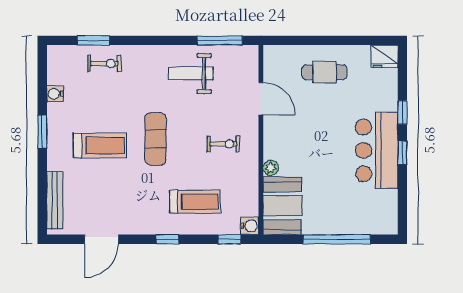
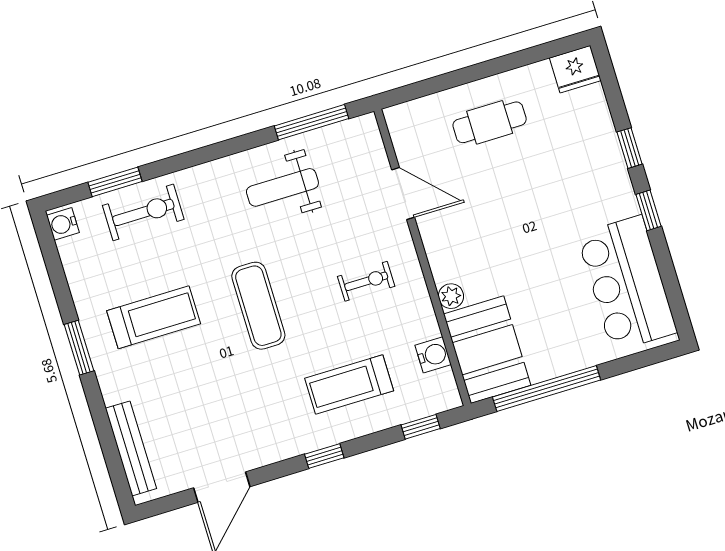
exercise bike: (104, 63) -> (143, 212), width x1.38, depth x1.39
water cooler: (55, 94) -> (63, 224), moved
treadmill: (100, 145) -> (154, 317), moved
bar counter: (377, 150) -> (627, 283), moved
treadmill: (195, 202) -> (349, 384), turned 180
water cooler: (250, 226) -> (433, 355), moved
window: (337, 239) -> (547, 388), moved

